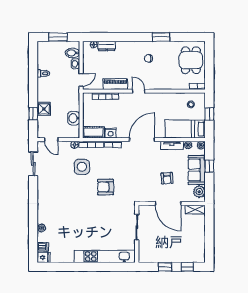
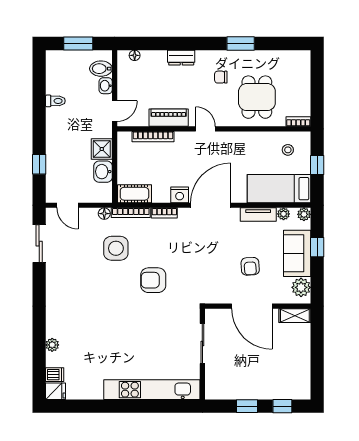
dresser: (106, 46) -> (181, 58), moved
dining table: (191, 60) -> (257, 97), moved
shower: (44, 109) -> (102, 149), moved
nightstand: (111, 133) -> (180, 195), moved

